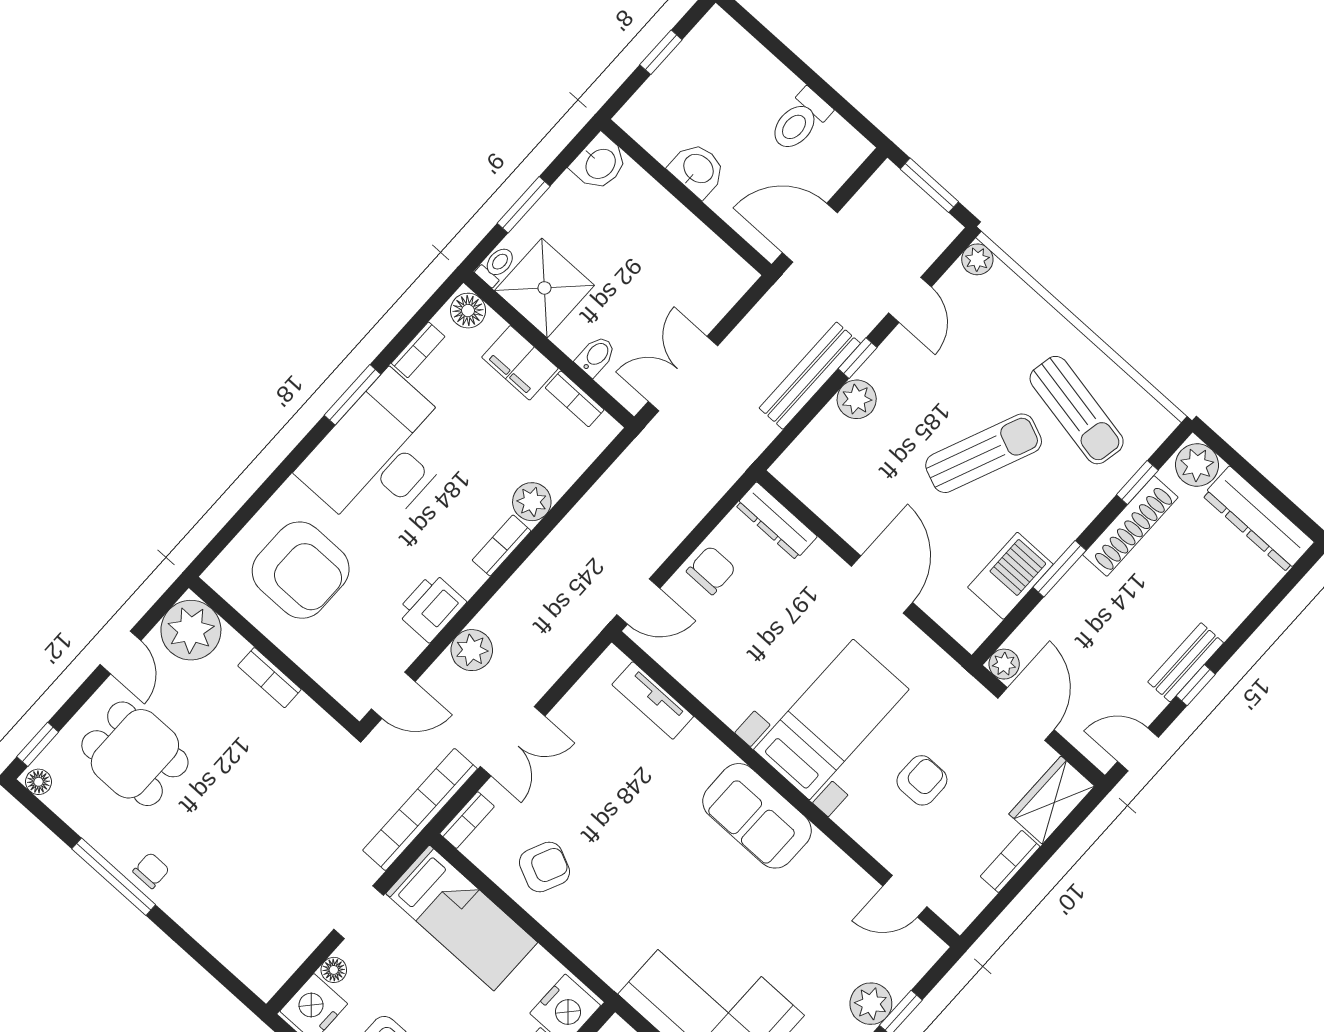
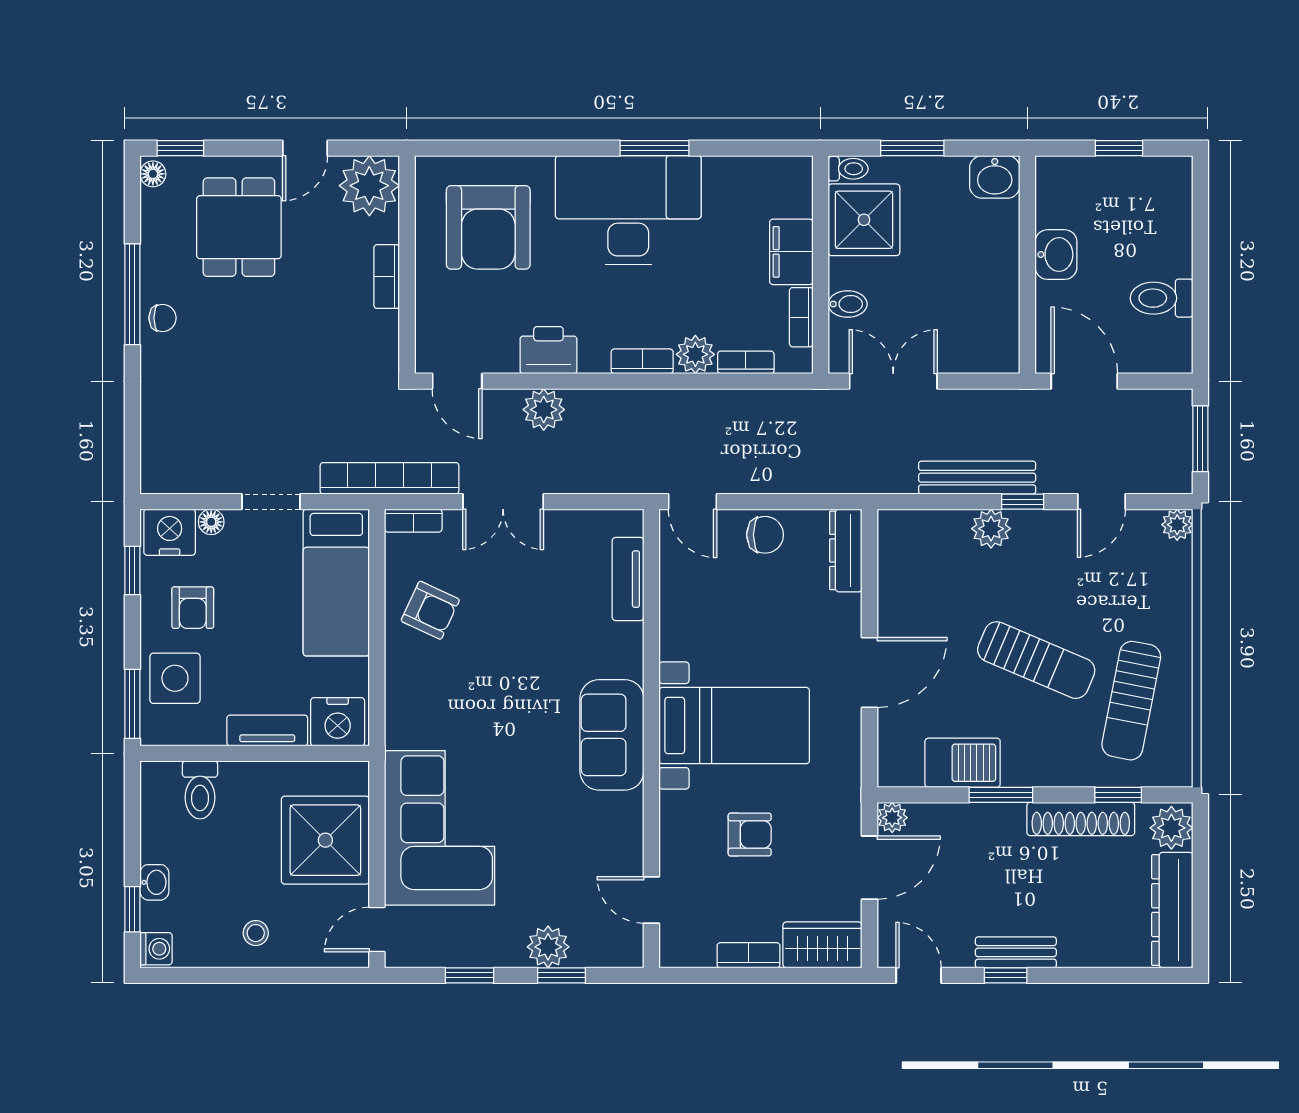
floor lamp: (468, 311) -> (795, 178), removed
bookcase: (418, 350) -> (746, 362), moved, turned 180

